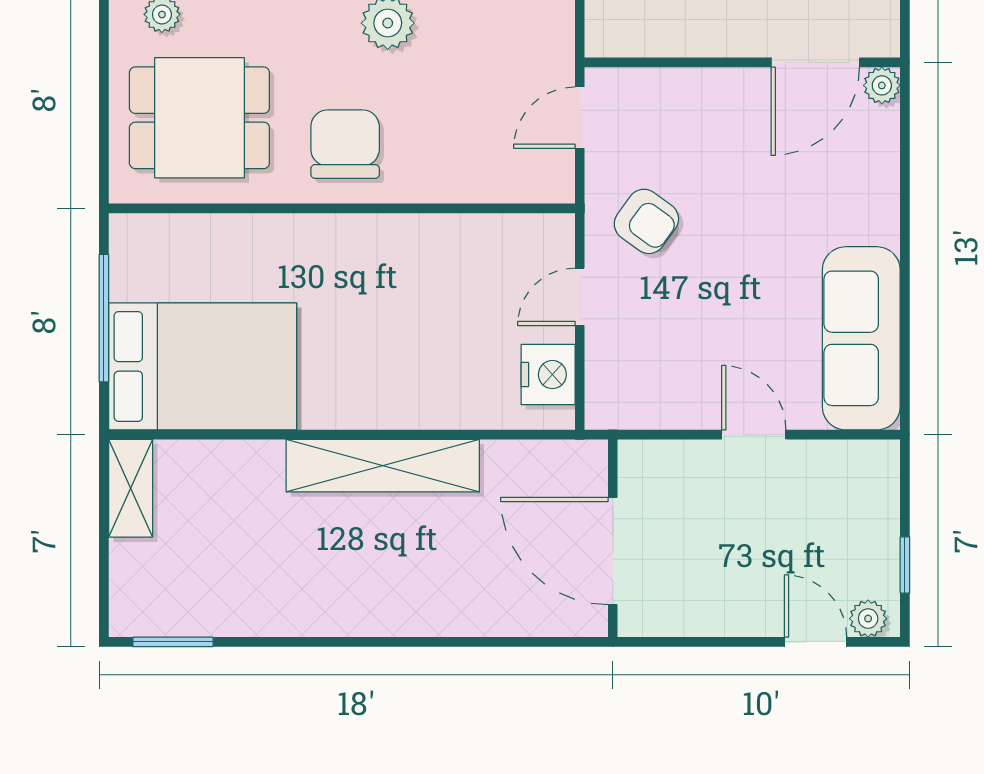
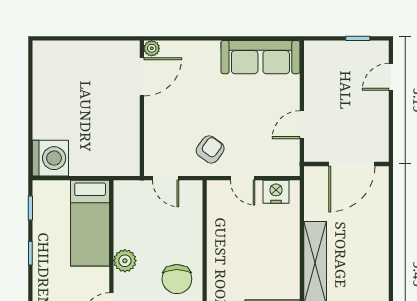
door: (815, 62) -> (142, 77), hinge flipped
chair: (345, 144) -> (177, 279), turned -90
door: (754, 435) -> (302, 125), moved
plant: (868, 619) -> (381, 54), removed

